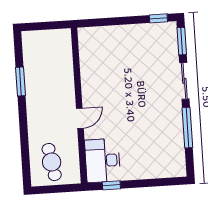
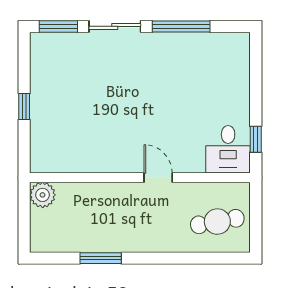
window: (158, 18) -> (24, 106), moved
plant: (62, 38) -> (43, 195), added
desk: (103, 161) -> (228, 149), width x0.73

